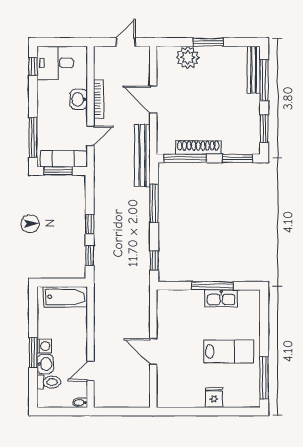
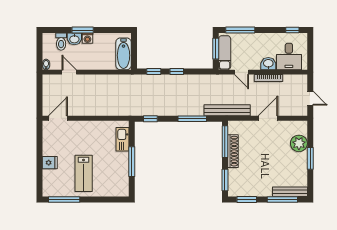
desk: (55, 63) -> (289, 57), moved, turned 180
kitchen sink: (221, 298) -> (122, 139), moved
door: (153, 352) -> (58, 118), moved

